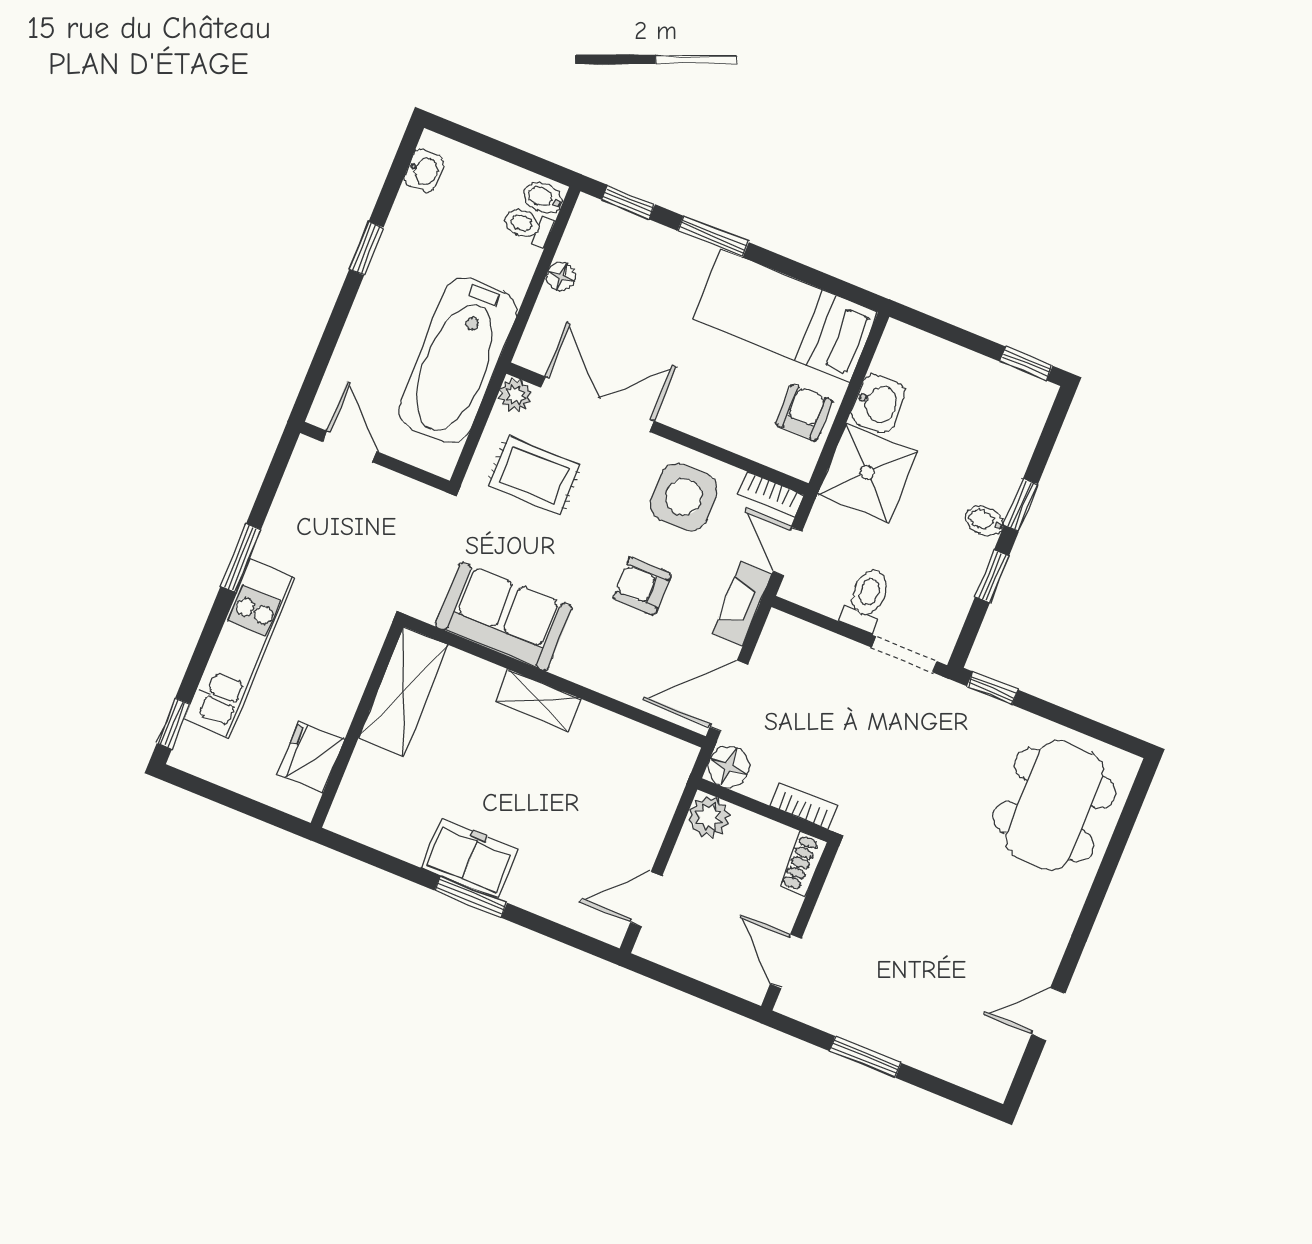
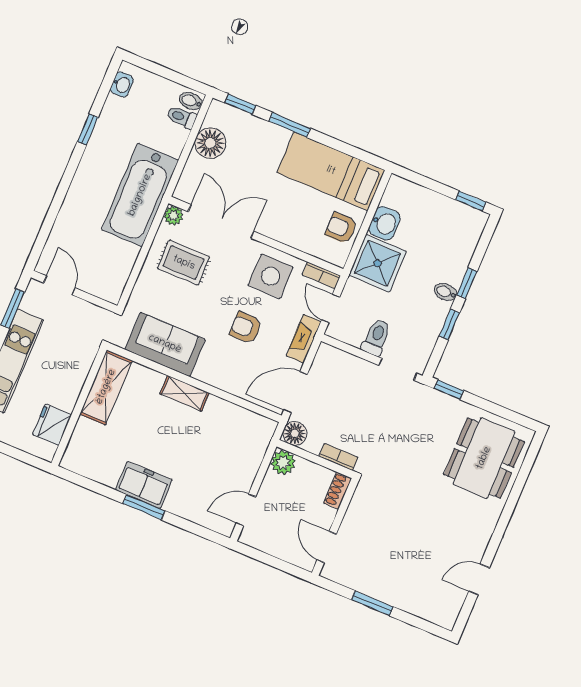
floor lamp: (561, 277) -> (210, 143), width x1.89, depth x1.89
armchair: (804, 413) -> (341, 228), turned -90
door: (350, 447) -> (59, 285), moved
wall: (375, 457) -> (74, 292), moved

